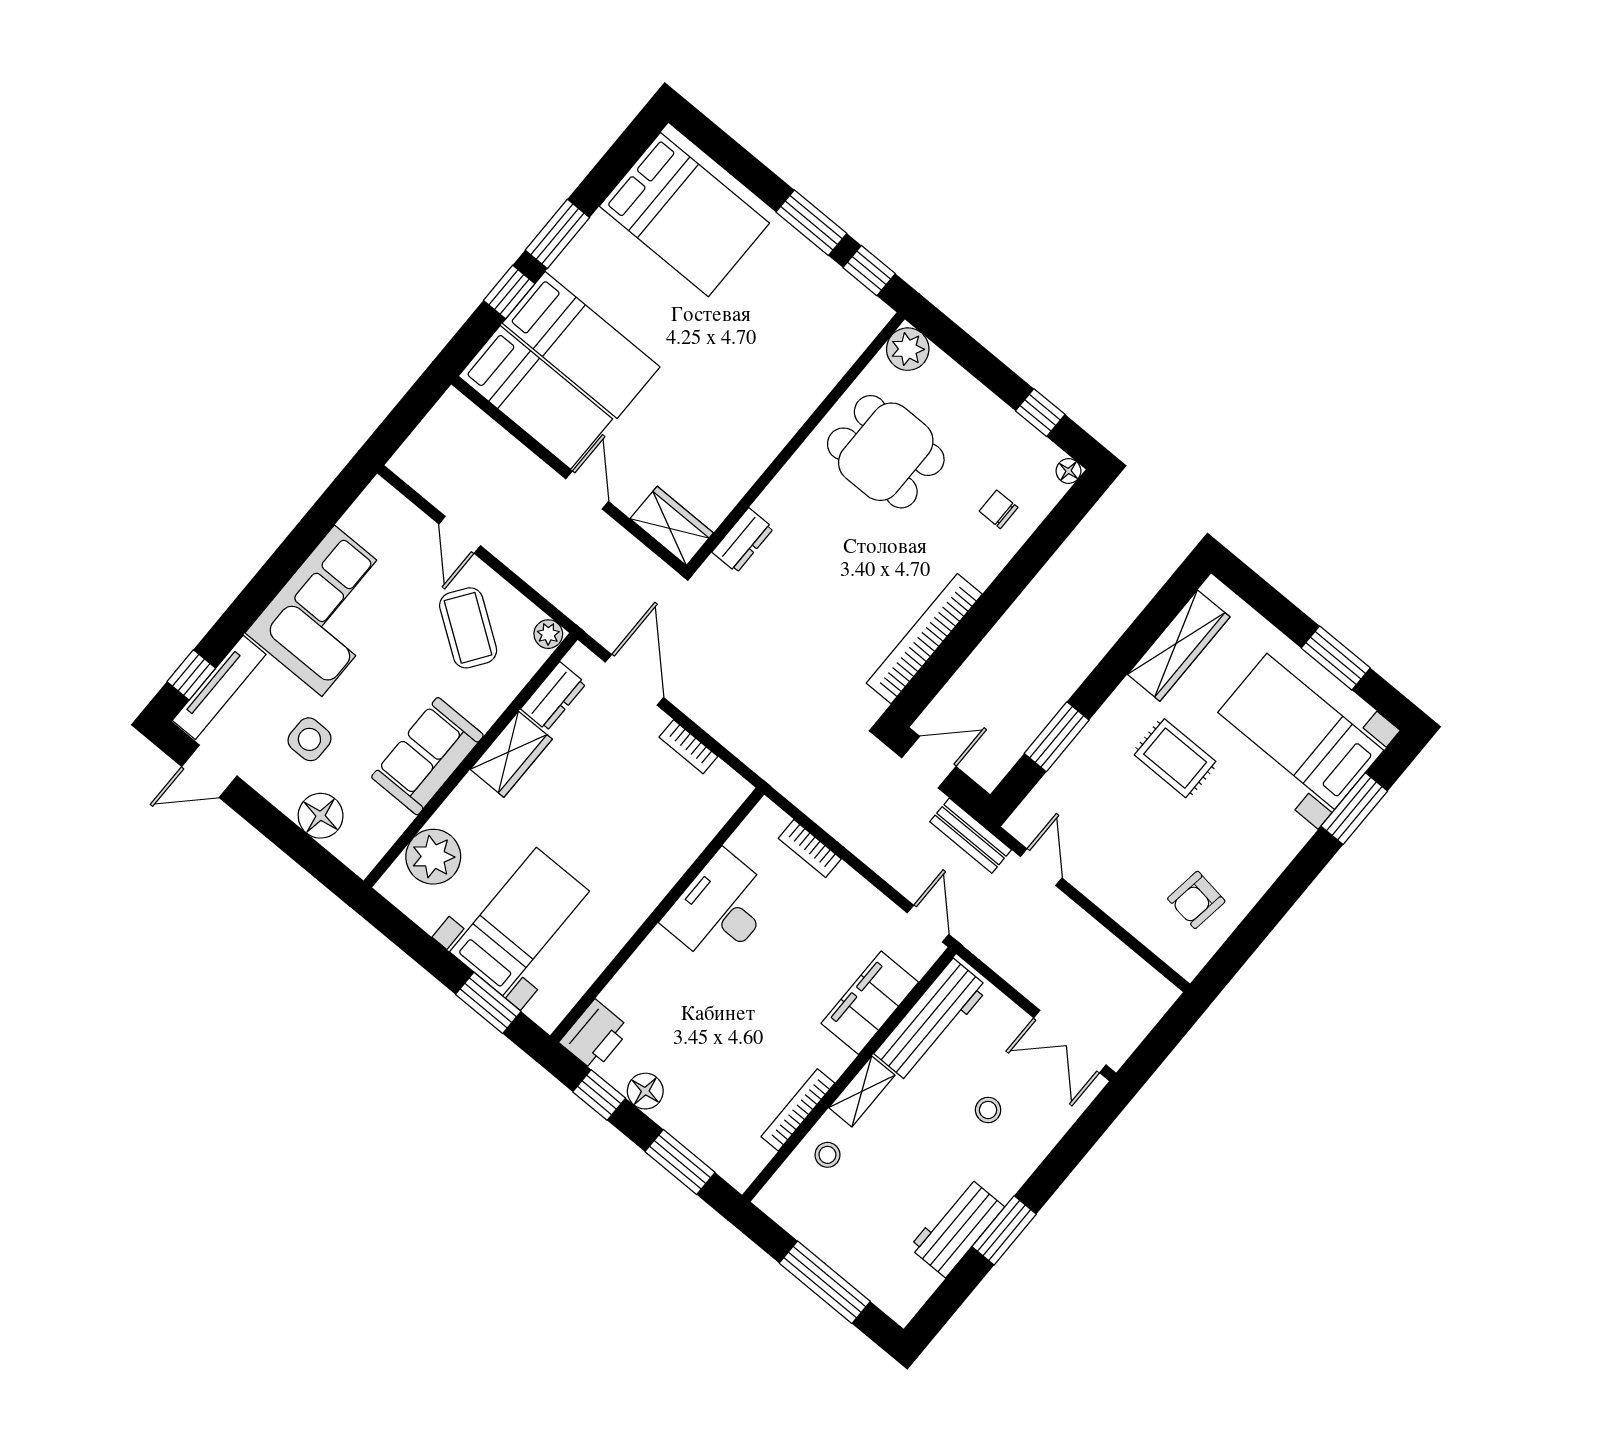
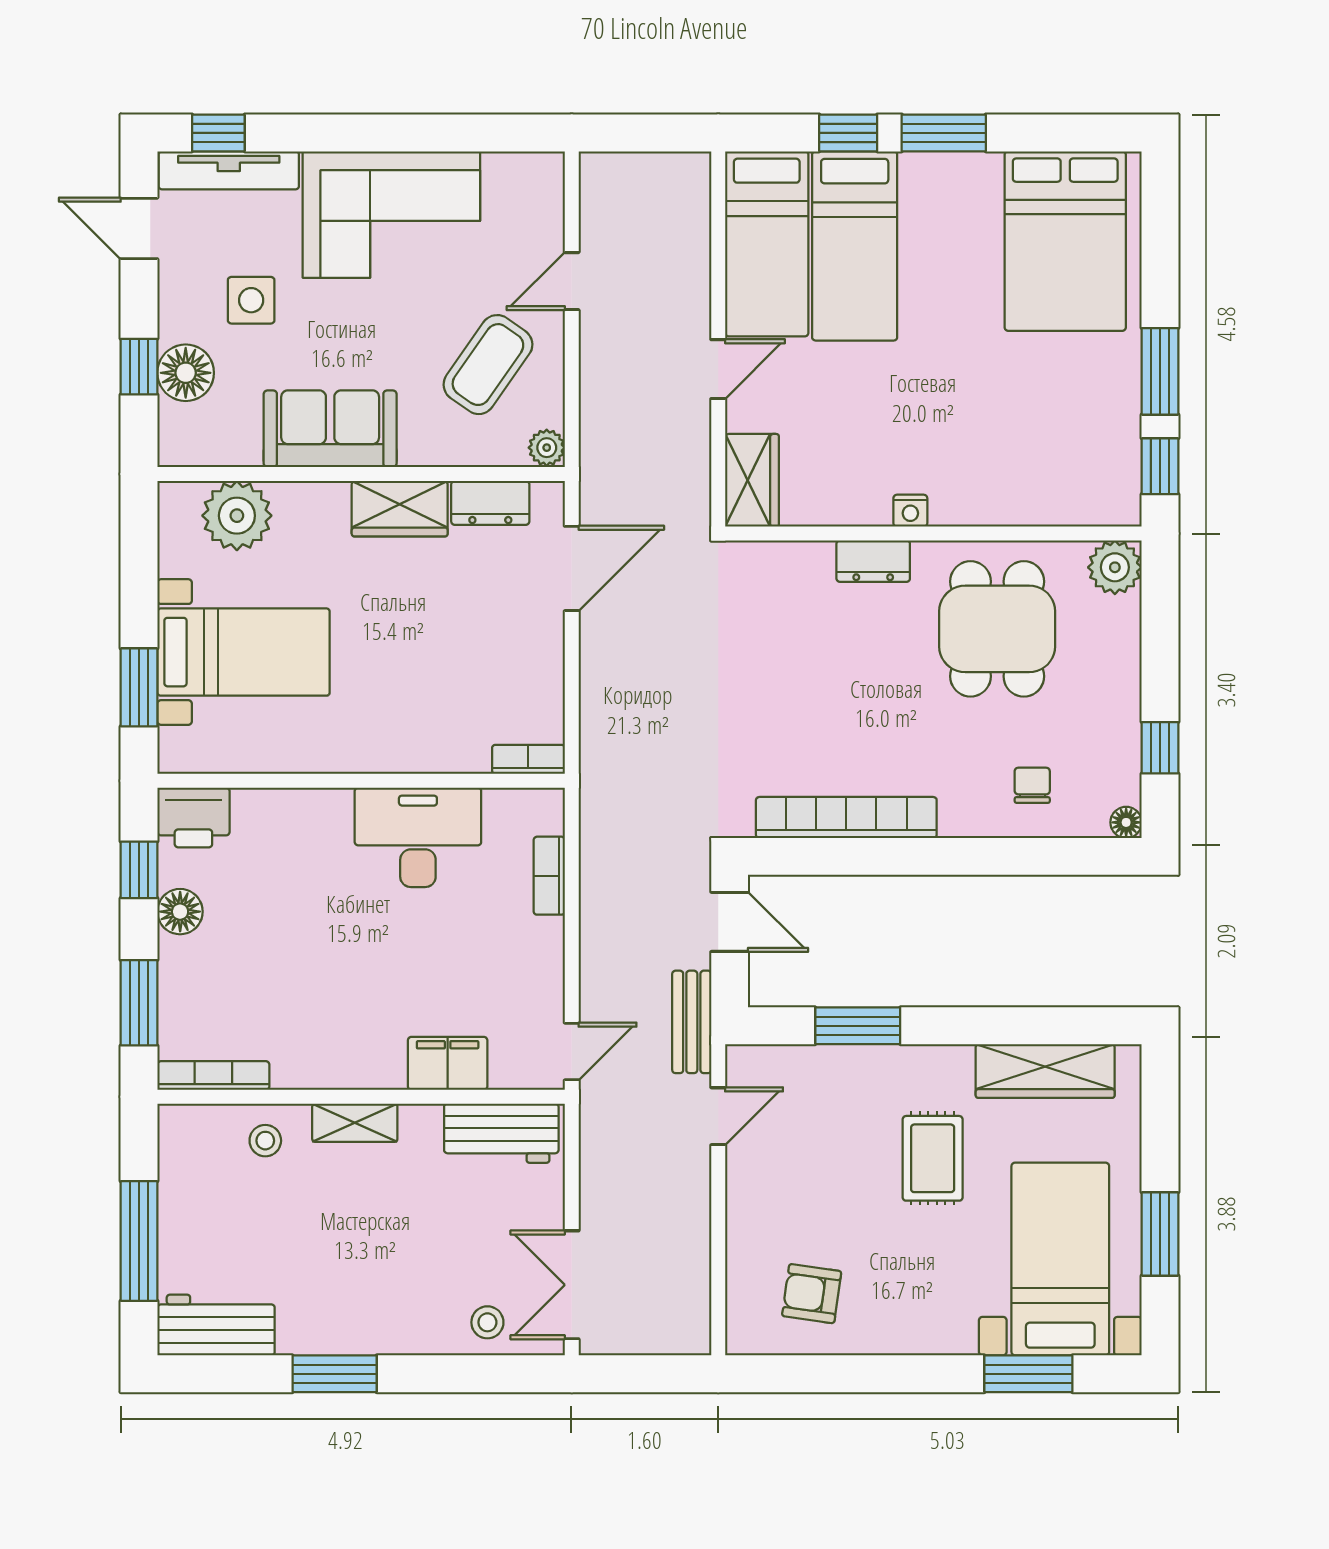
nightstand: (770, 445) -> (910, 511), added
dresser: (743, 540) -> (873, 561), moved
bookcase: (688, 747) -> (528, 759), moved, turned 90
window: (293, 841) -> (139, 367), added
filing cabinet: (870, 1003) -> (448, 1063), width x0.67, depth x0.86
workbench: (931, 1021) -> (501, 1133), width x0.73
bookcase: (798, 1110) -> (213, 1075), moved
stool: (988, 1110) -> (487, 1322), moved
workbench: (957, 1227) -> (216, 1325), moved

